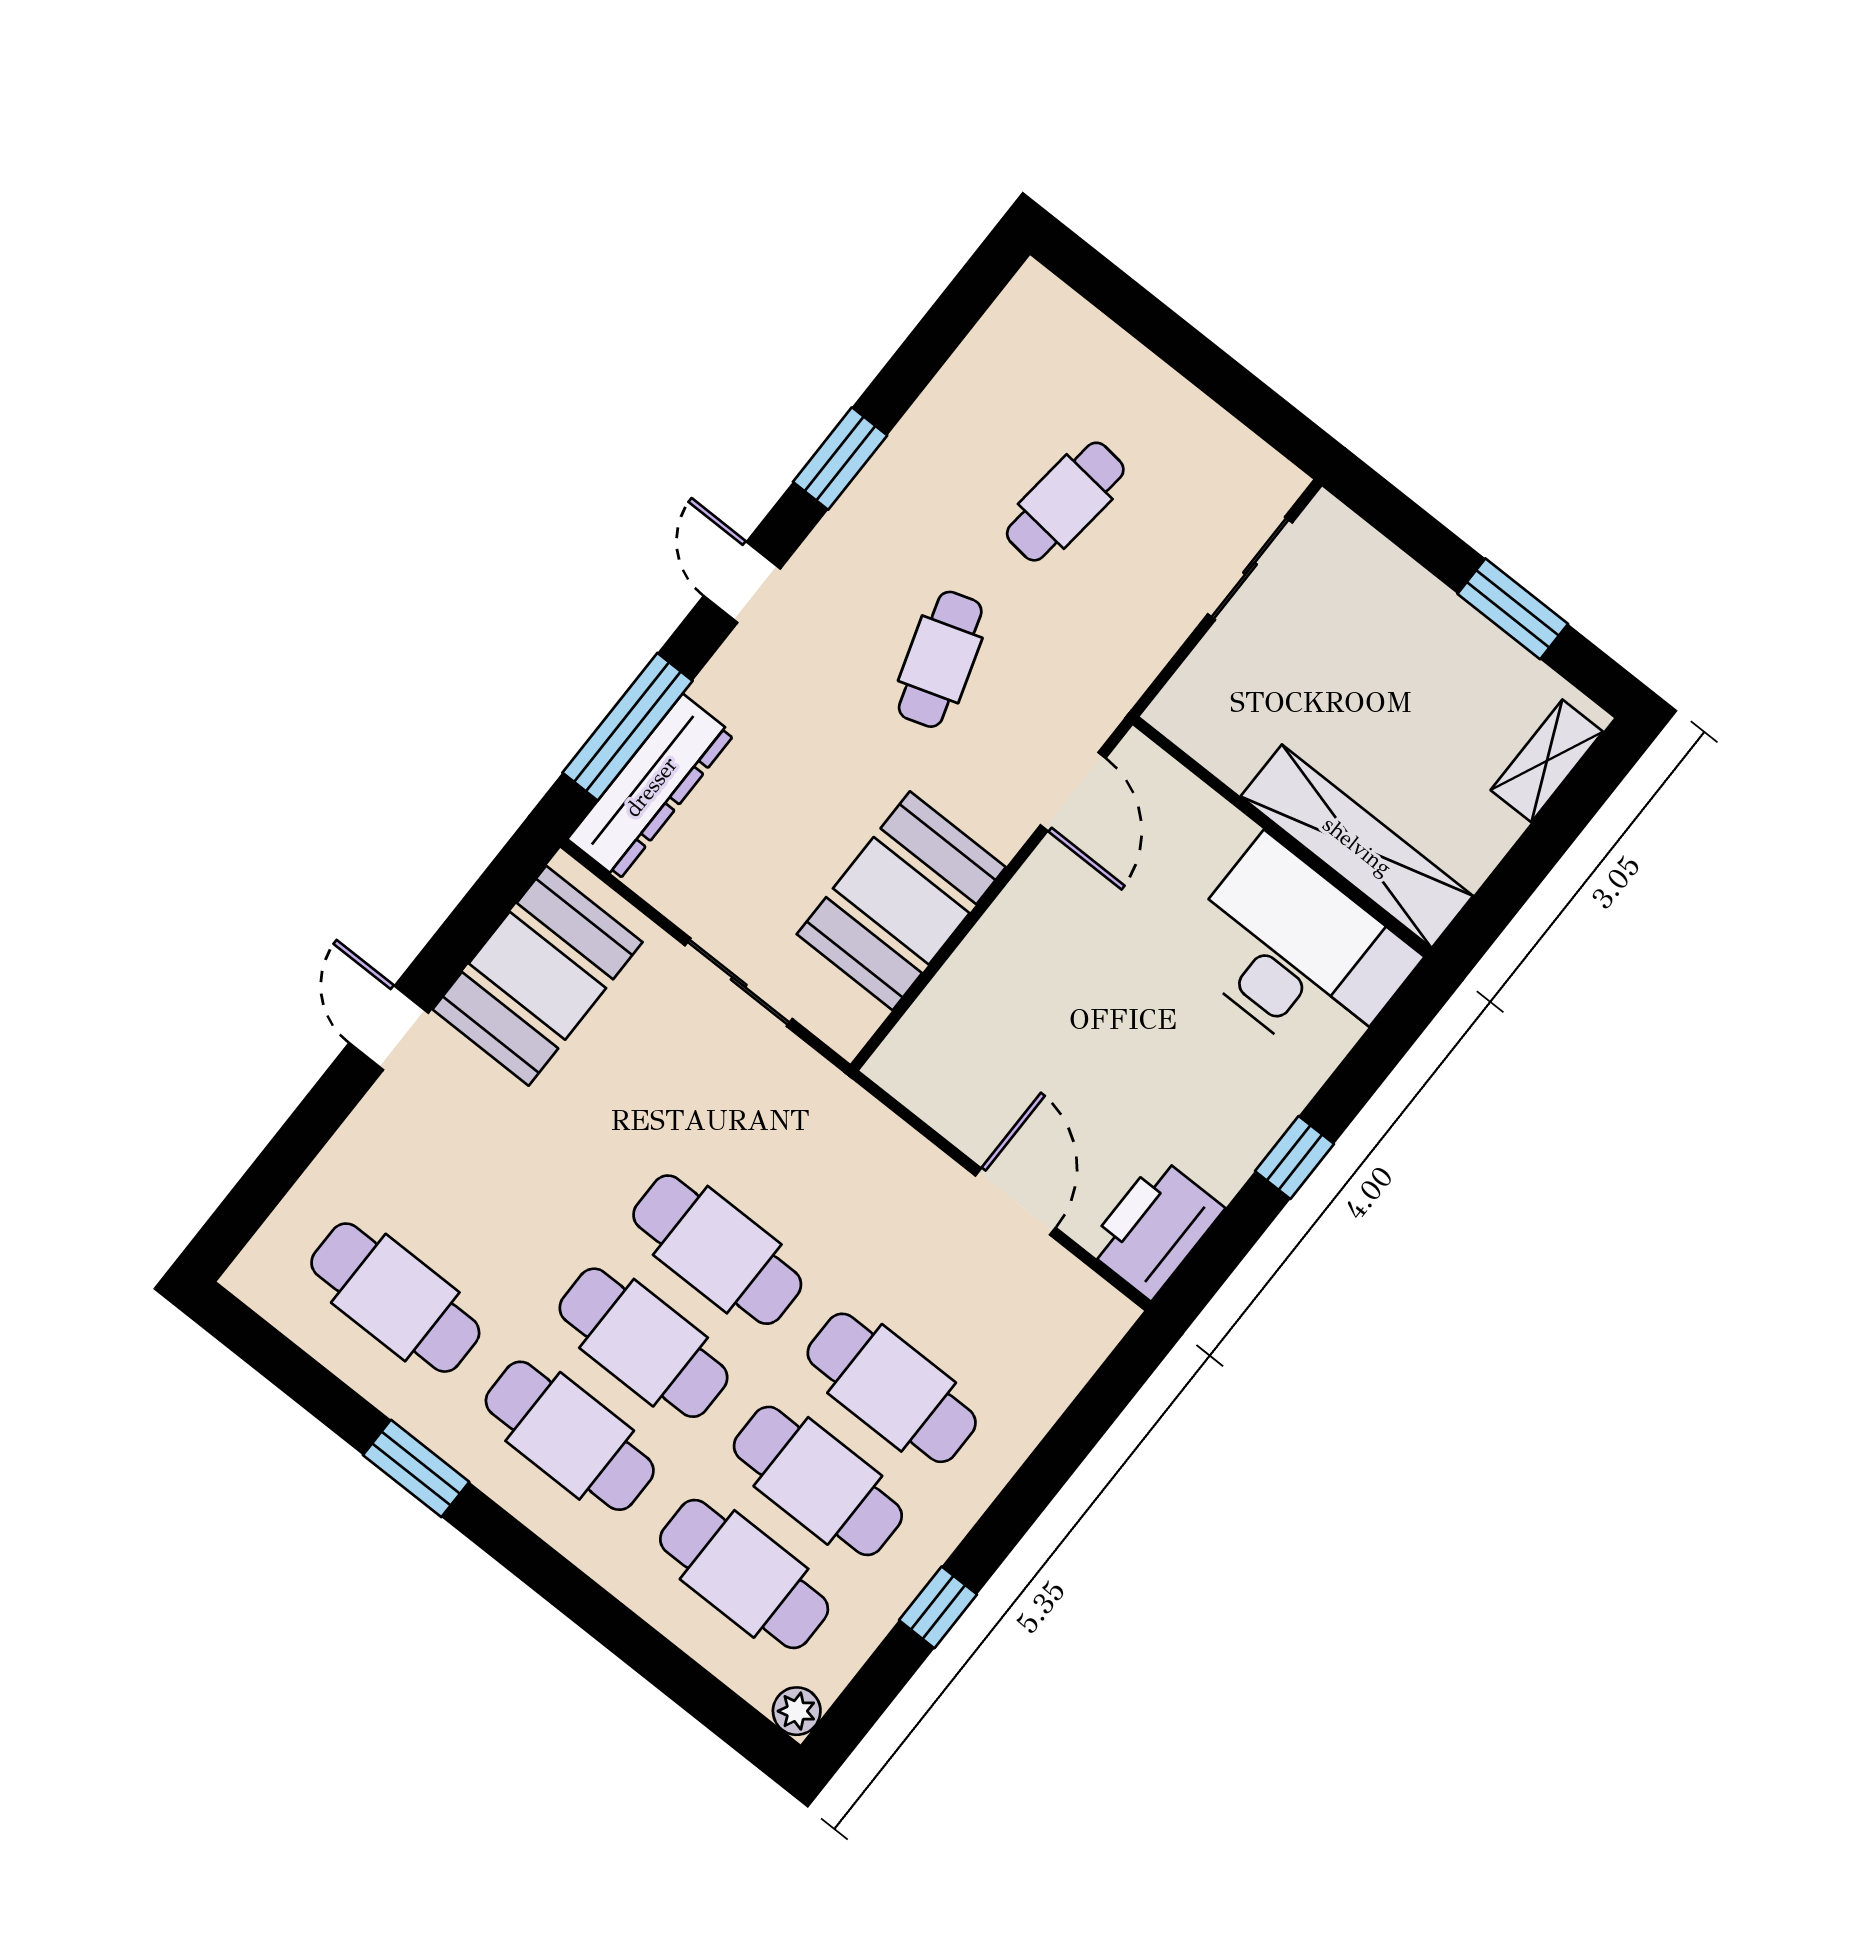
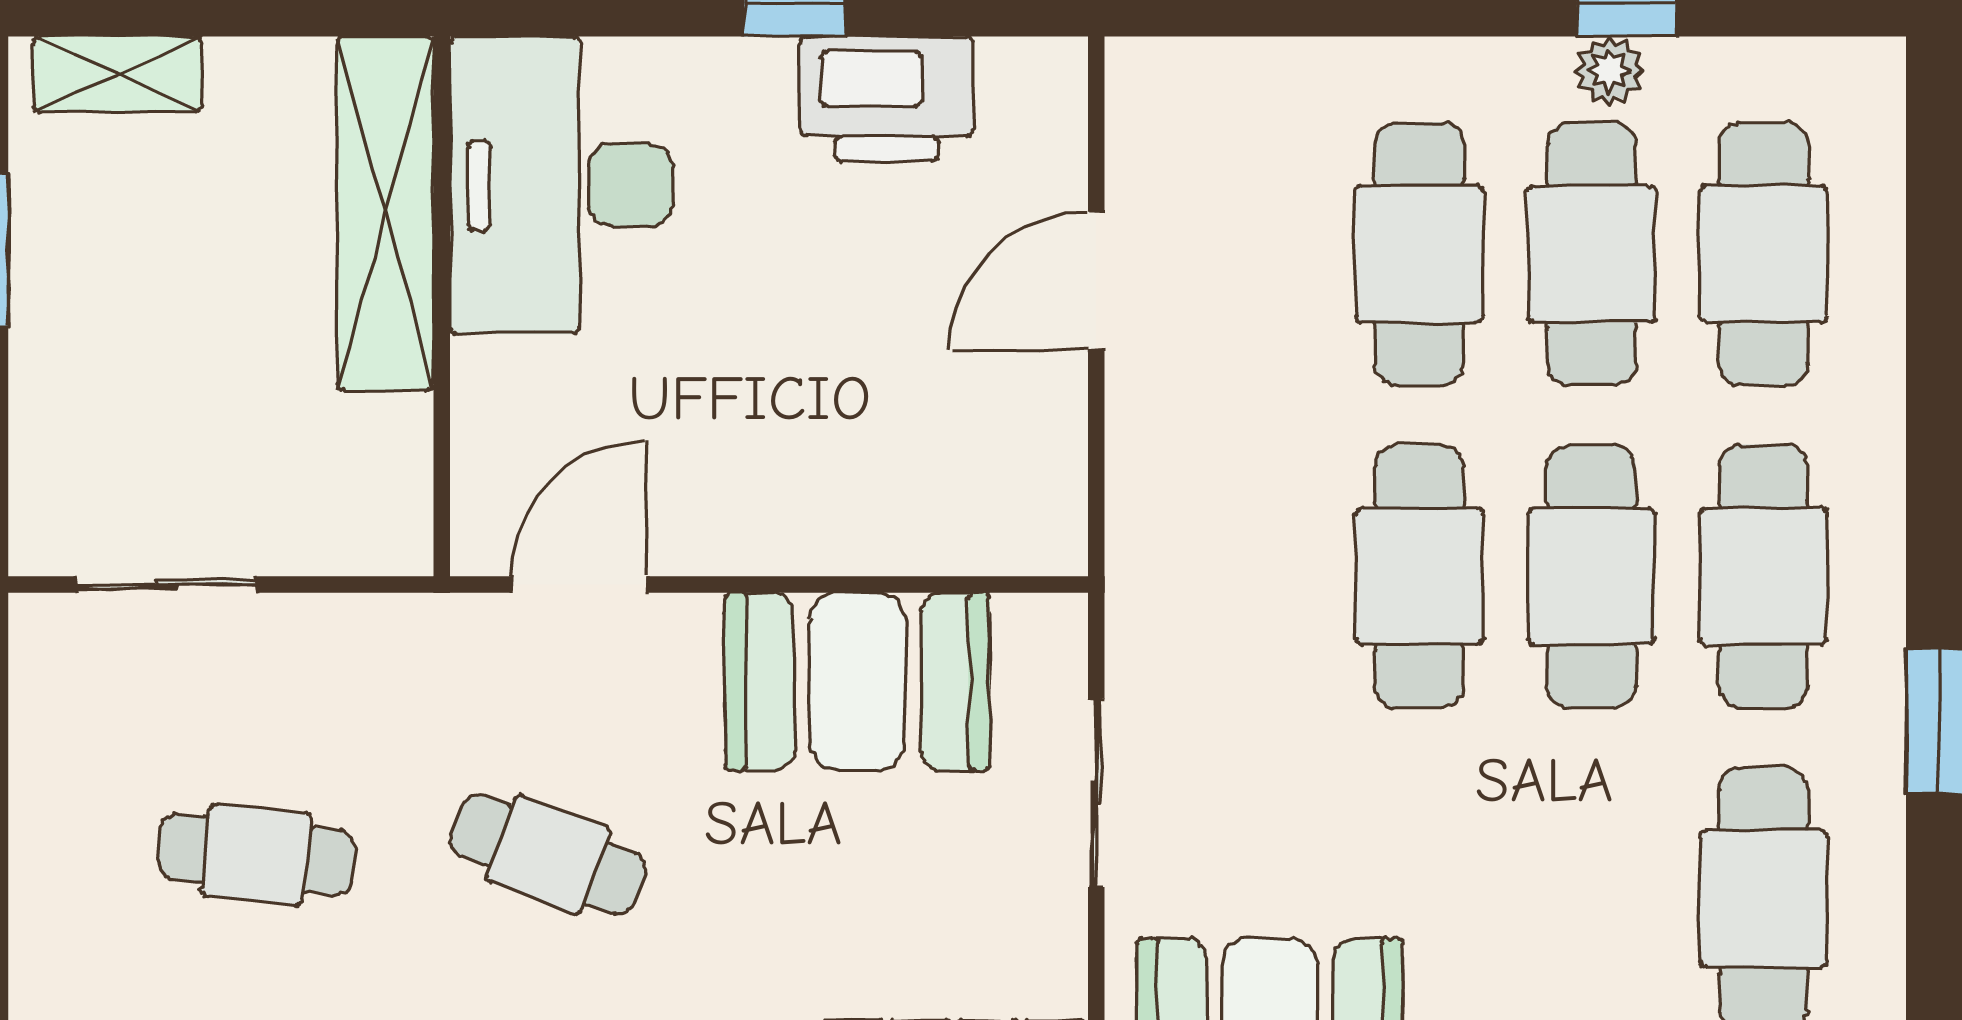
cafe table: (940, 659) -> (548, 855), turned 39
printer: (1155, 1228) -> (887, 99), moved
plant: (797, 1711) -> (1609, 71), moved

